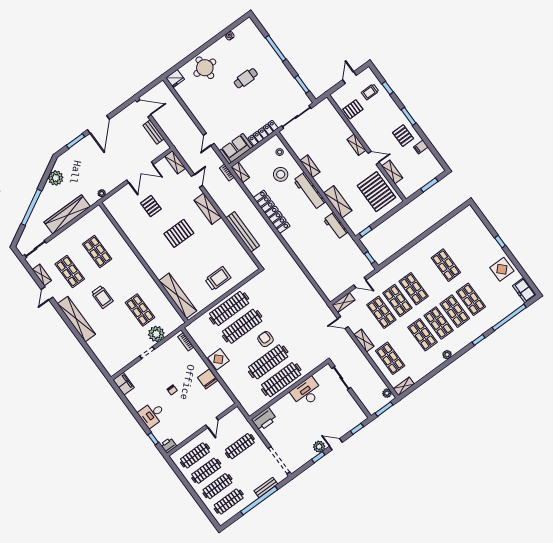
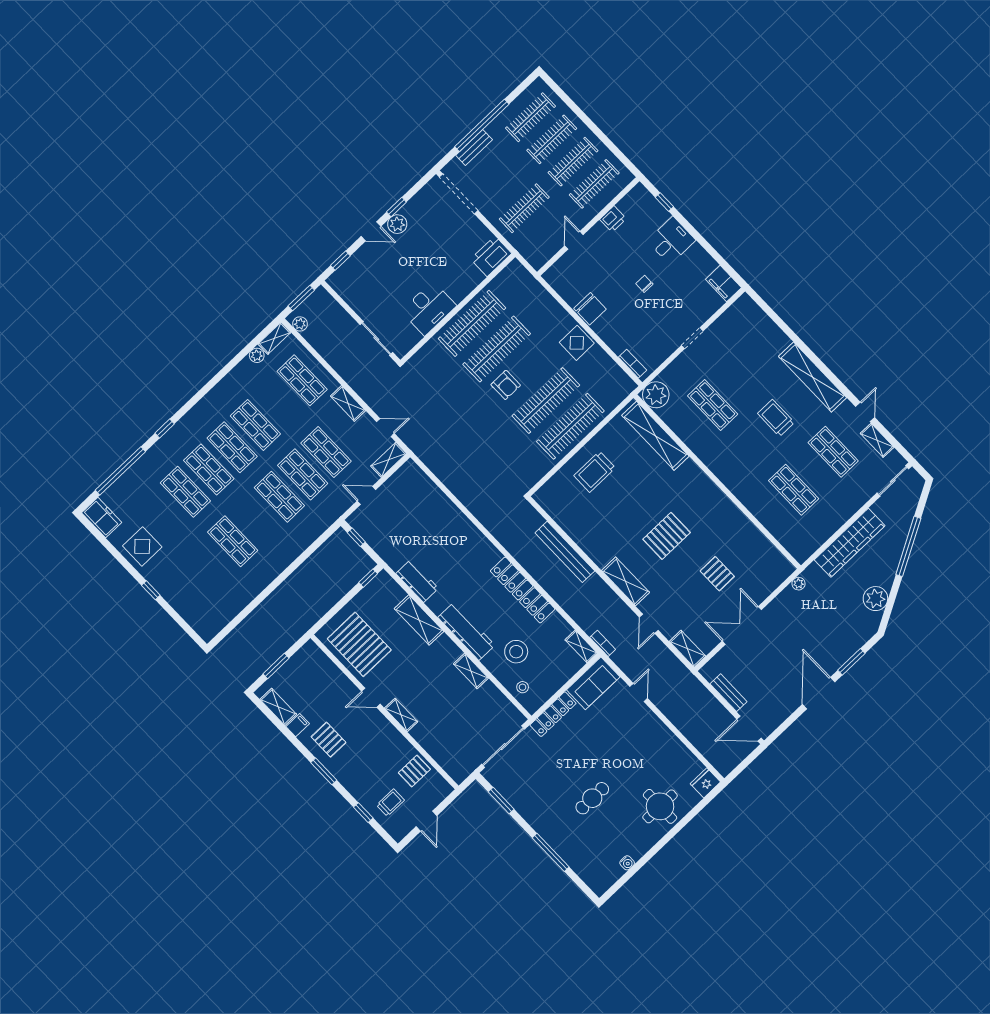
shelving: (392, 172) -> (278, 707), moved
plant: (156, 334) -> (656, 395), moved
plant: (447, 355) -> (257, 355), moved
printer: (168, 445) -> (613, 219), moved

